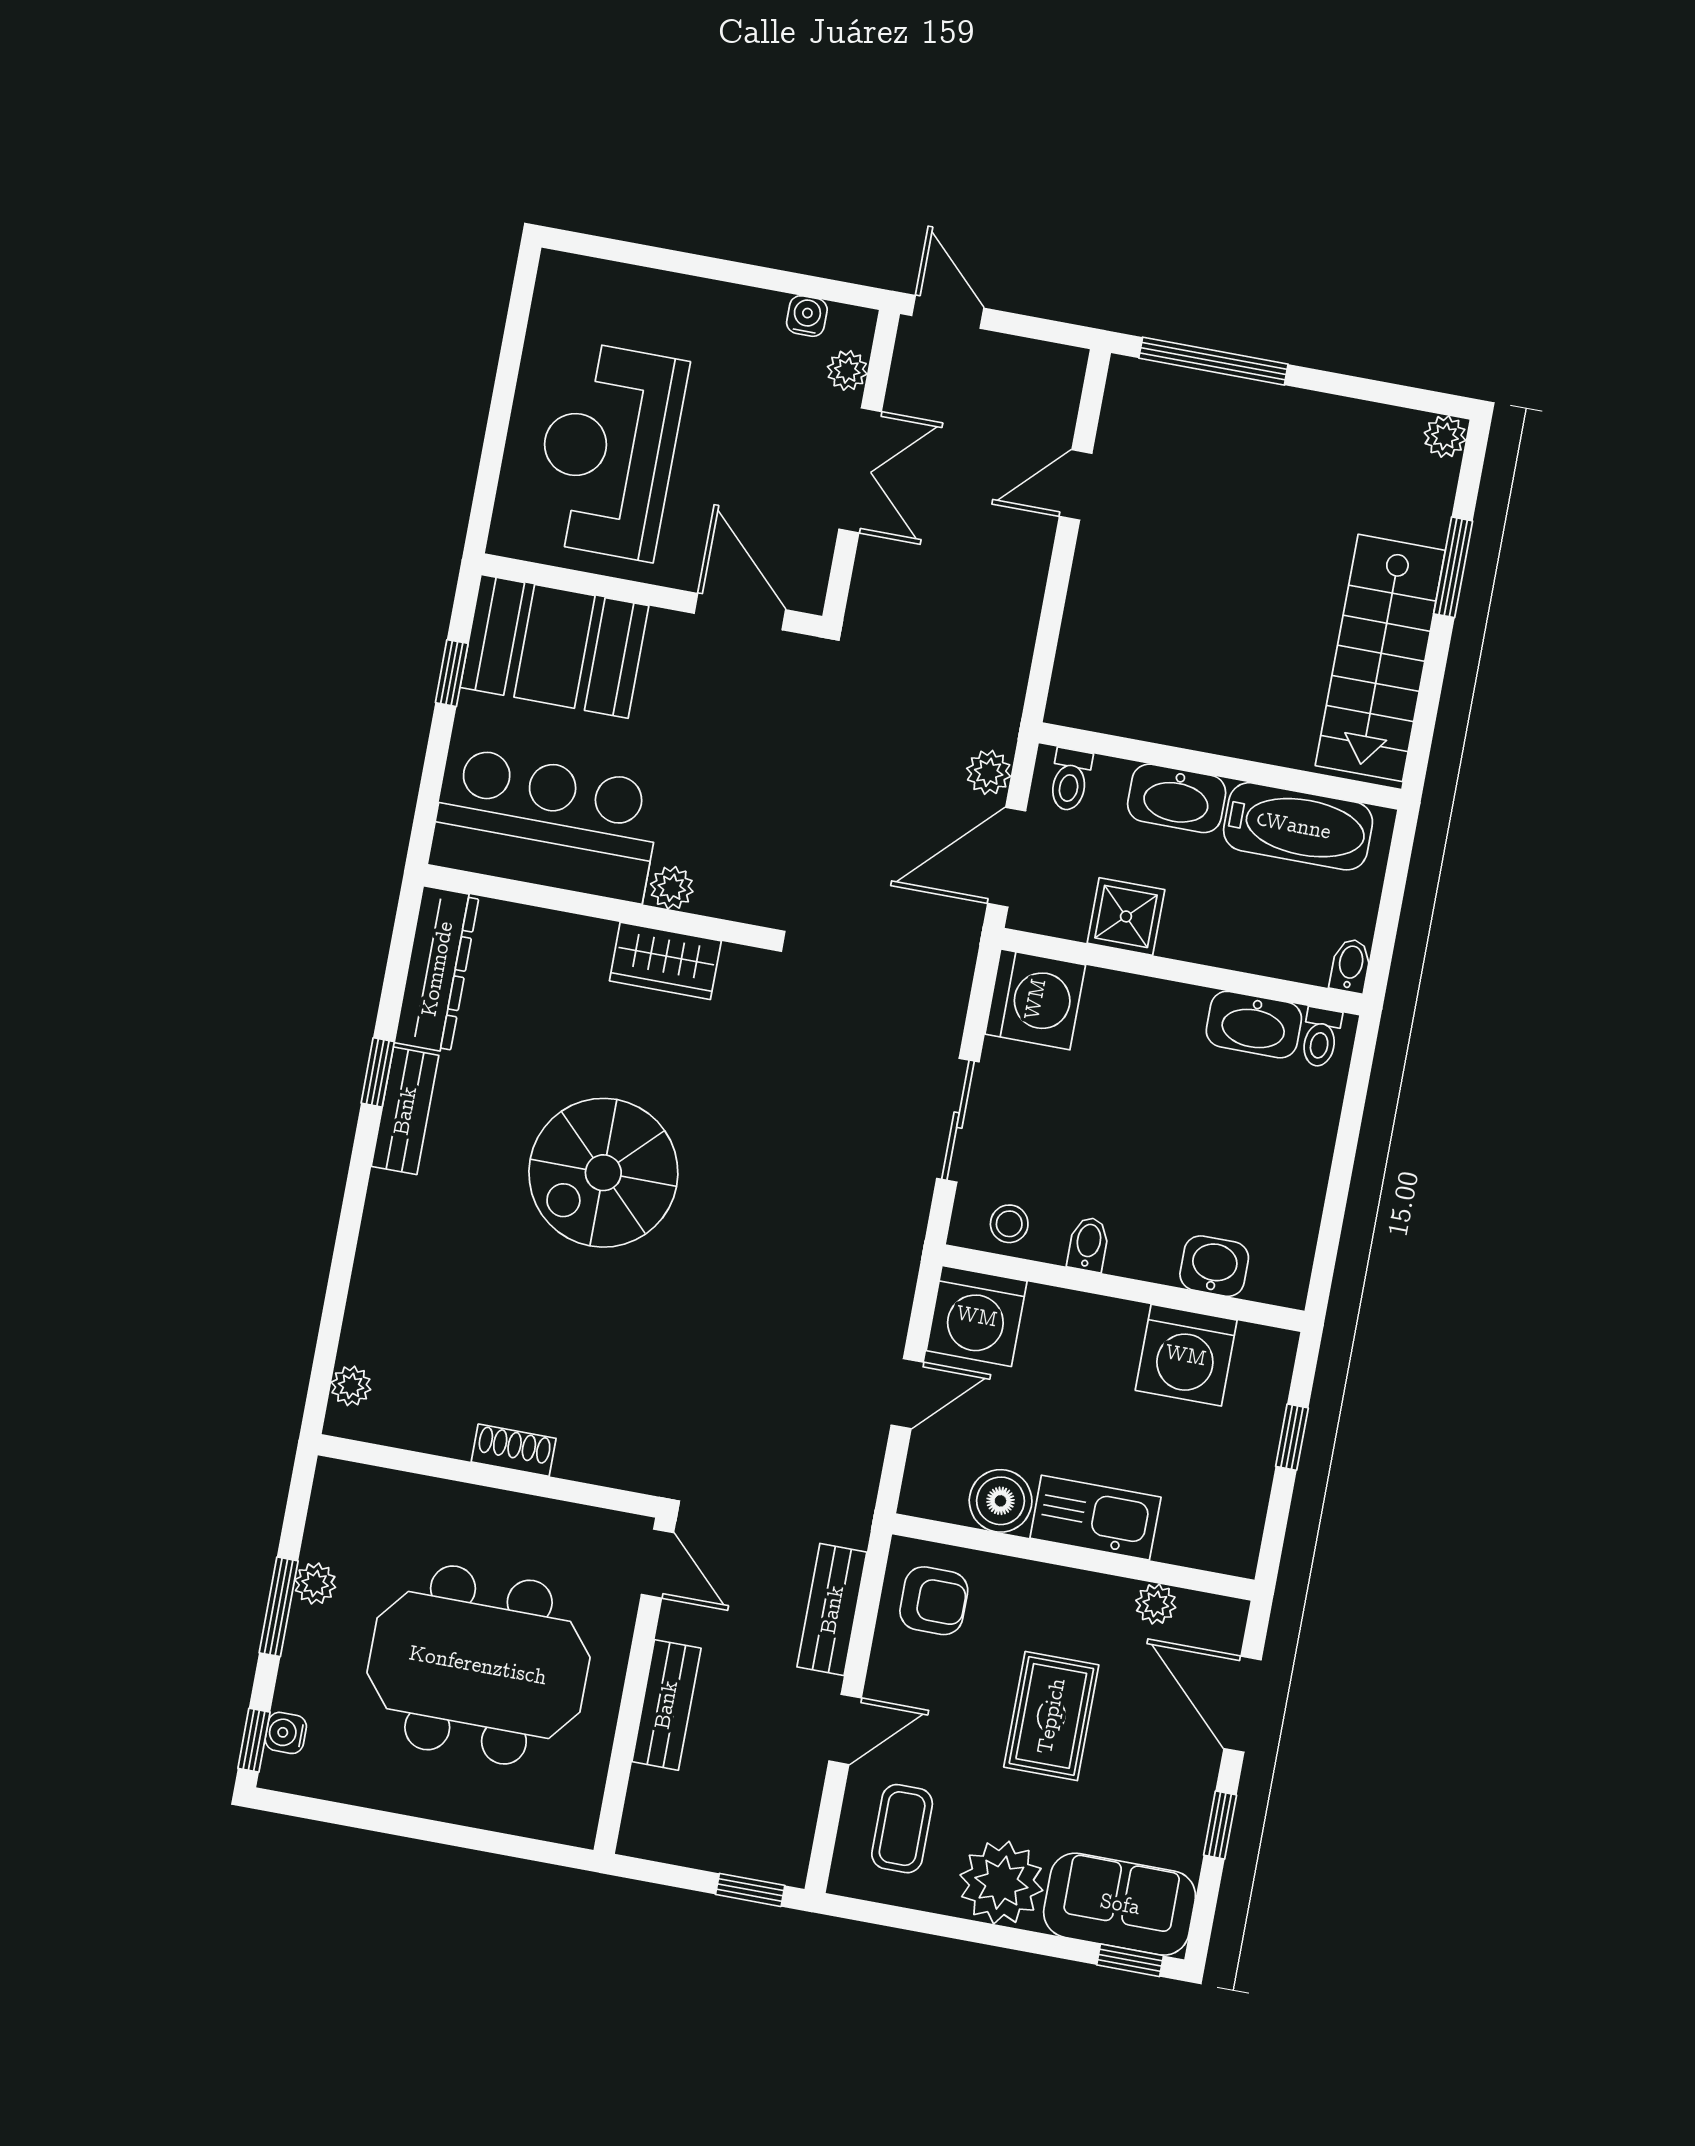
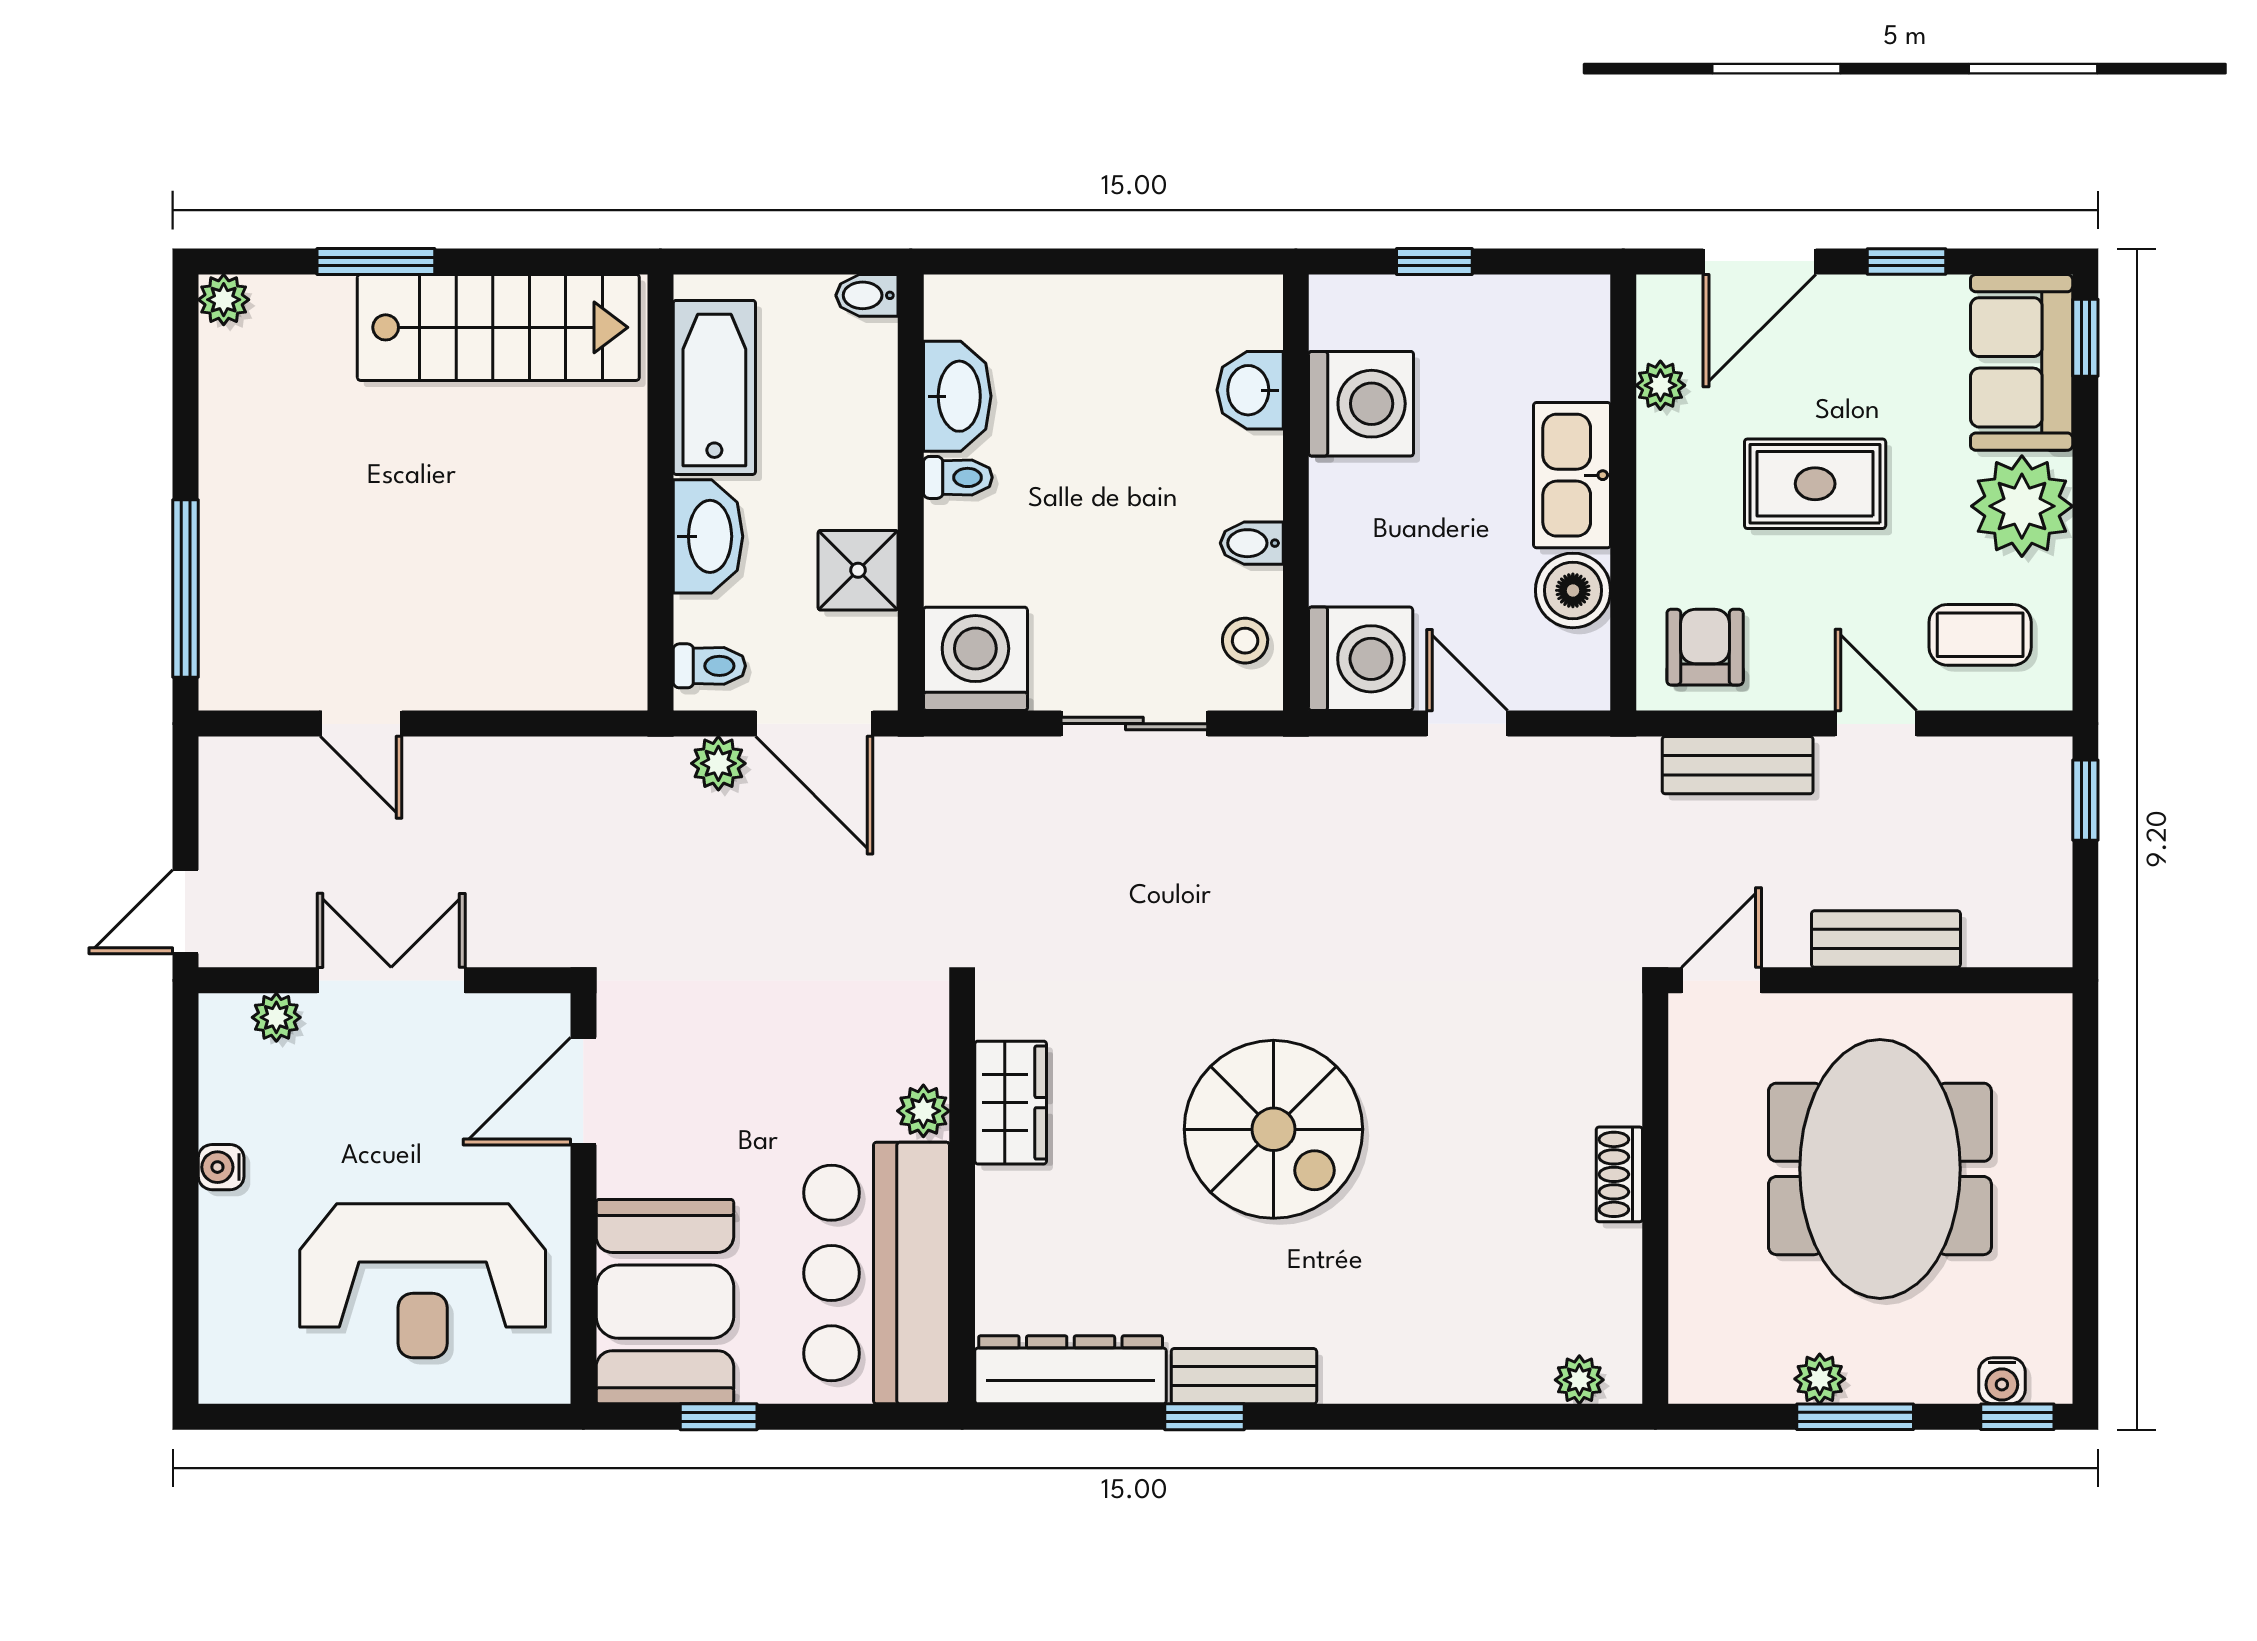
water cooler: (807, 316) -> (221, 1167), moved
toilet: (1321, 1037) -> (958, 477), moved

